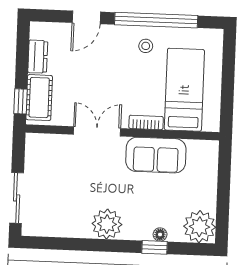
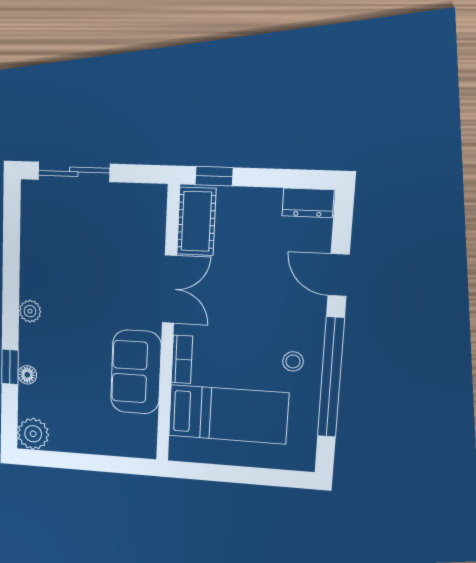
dresser: (38, 57) -> (308, 203), moved
cot: (39, 98) -> (196, 221), moved, turned 90
plant: (107, 224) -> (30, 311), width x0.53, depth x0.53
plant: (200, 227) -> (33, 434), width x0.73, depth x0.73

